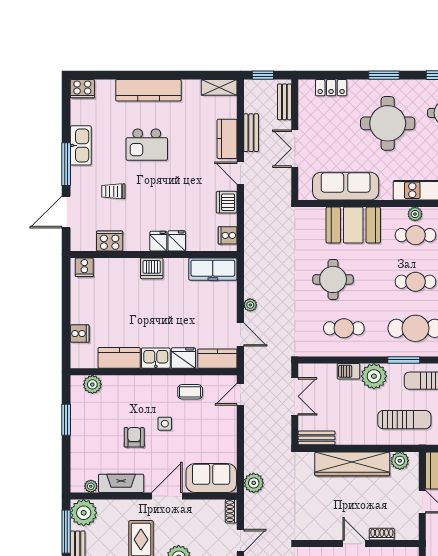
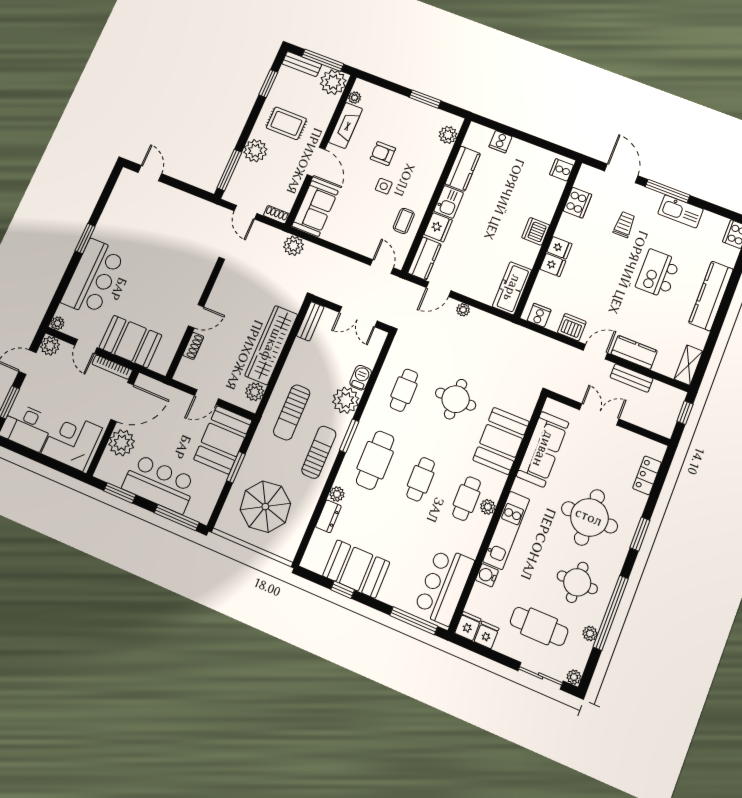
bench: (284, 102) -> (650, 423), removed
armchair: (134, 437) -> (383, 154), turned 180

